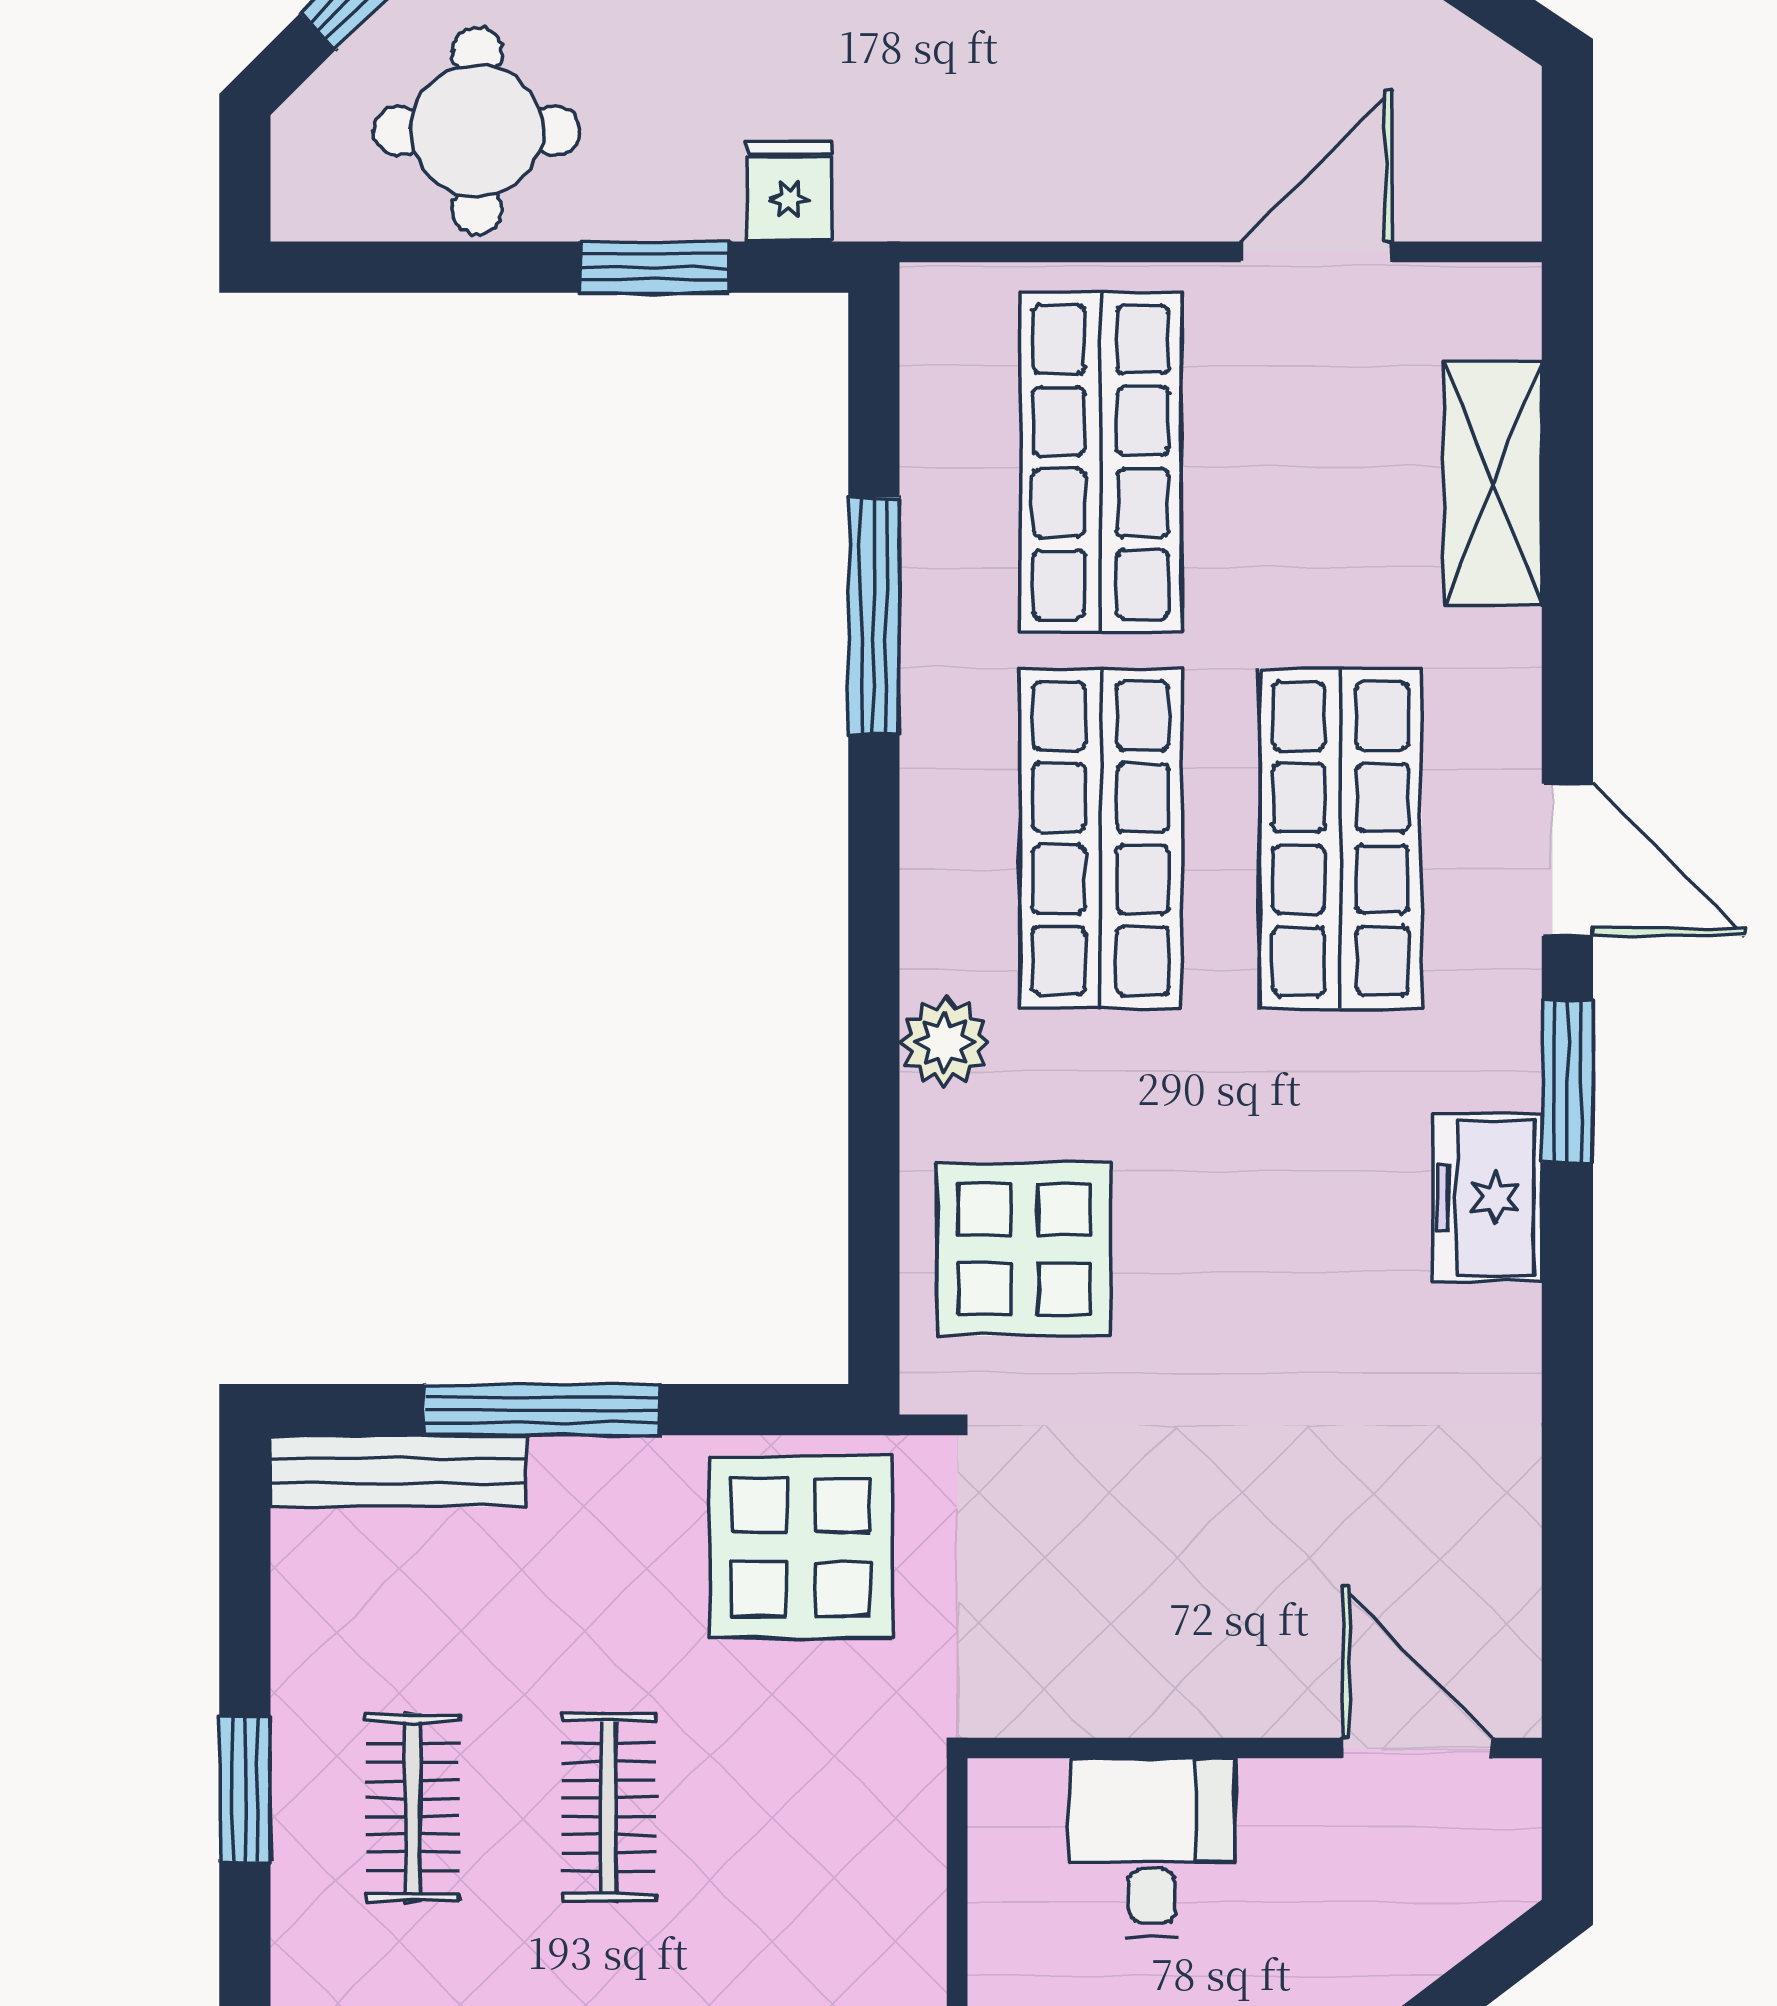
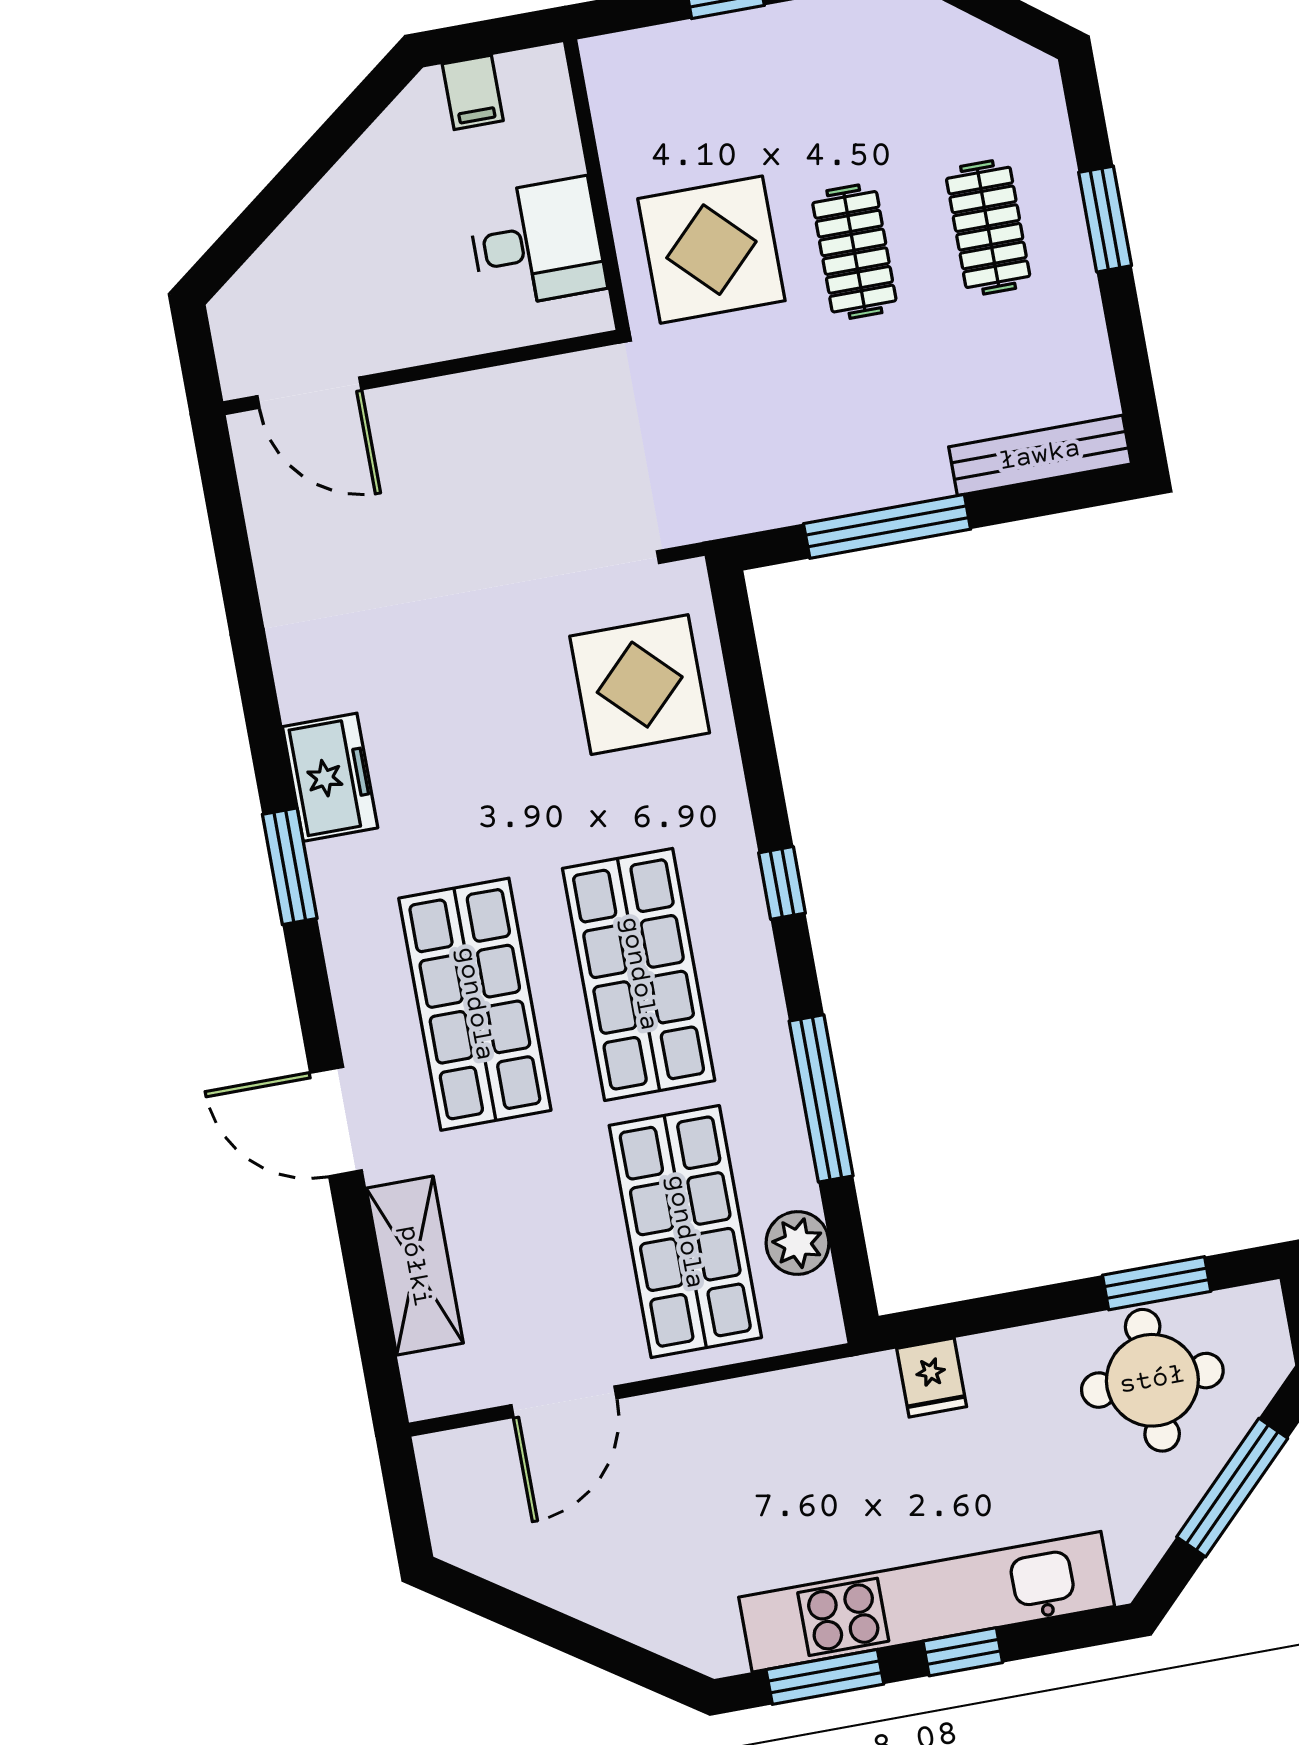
window: (655, 267) -> (1157, 1283), moved
door: (1567, 860) -> (336, 1122), moved
window: (874, 931) -> (782, 883), added
plant: (945, 1042) -> (798, 1243), moved
window: (542, 1410) -> (887, 526), moved
display table: (801, 1547) -> (711, 250), moved
desk: (1152, 1848) -> (537, 243), moved, turned -90

